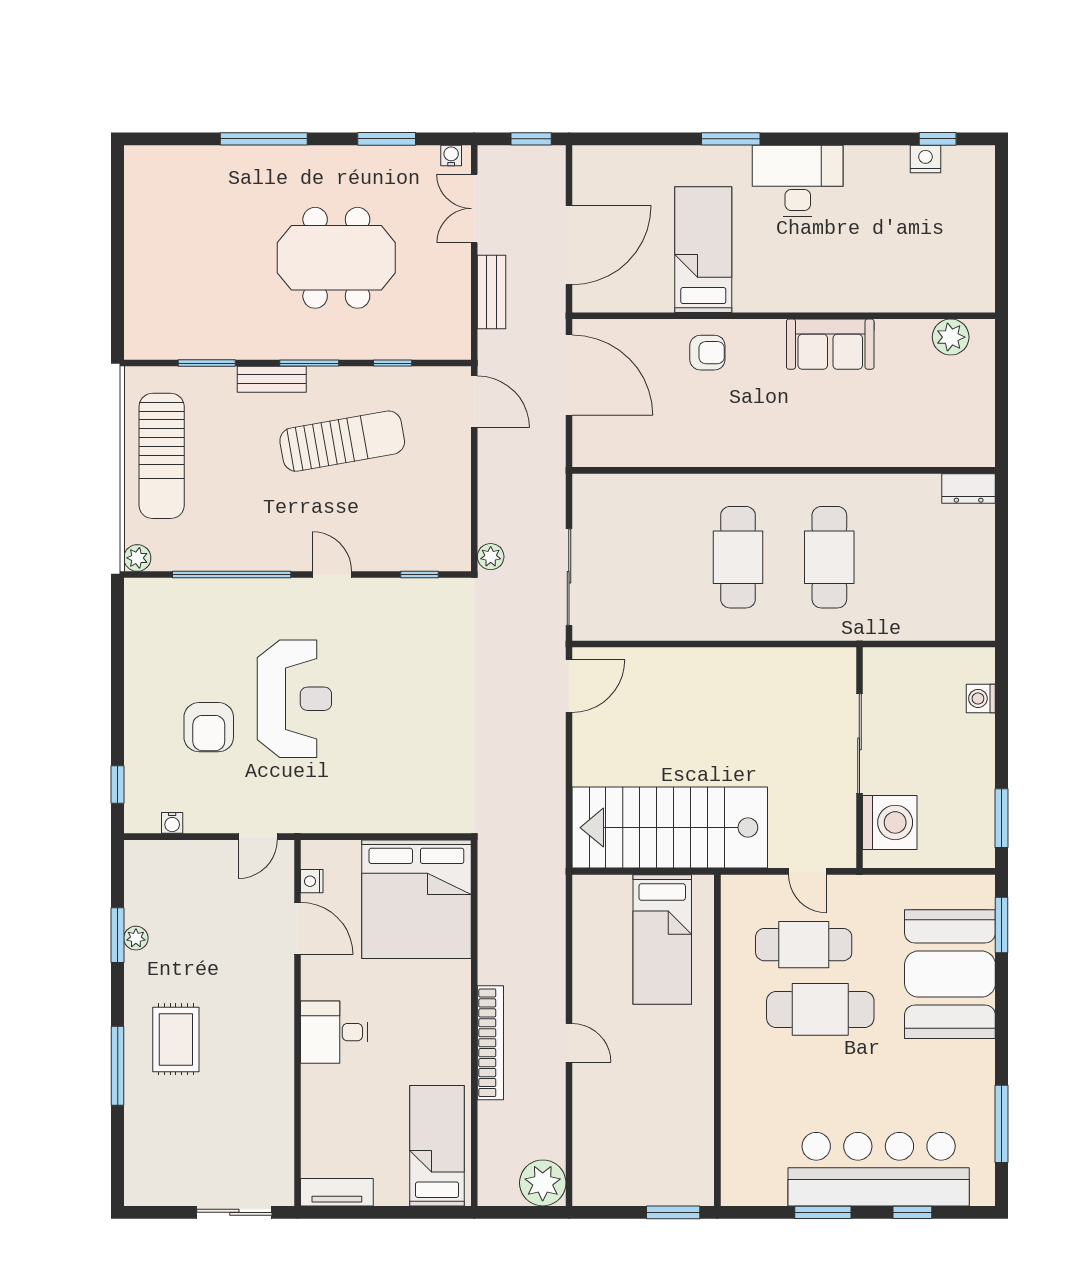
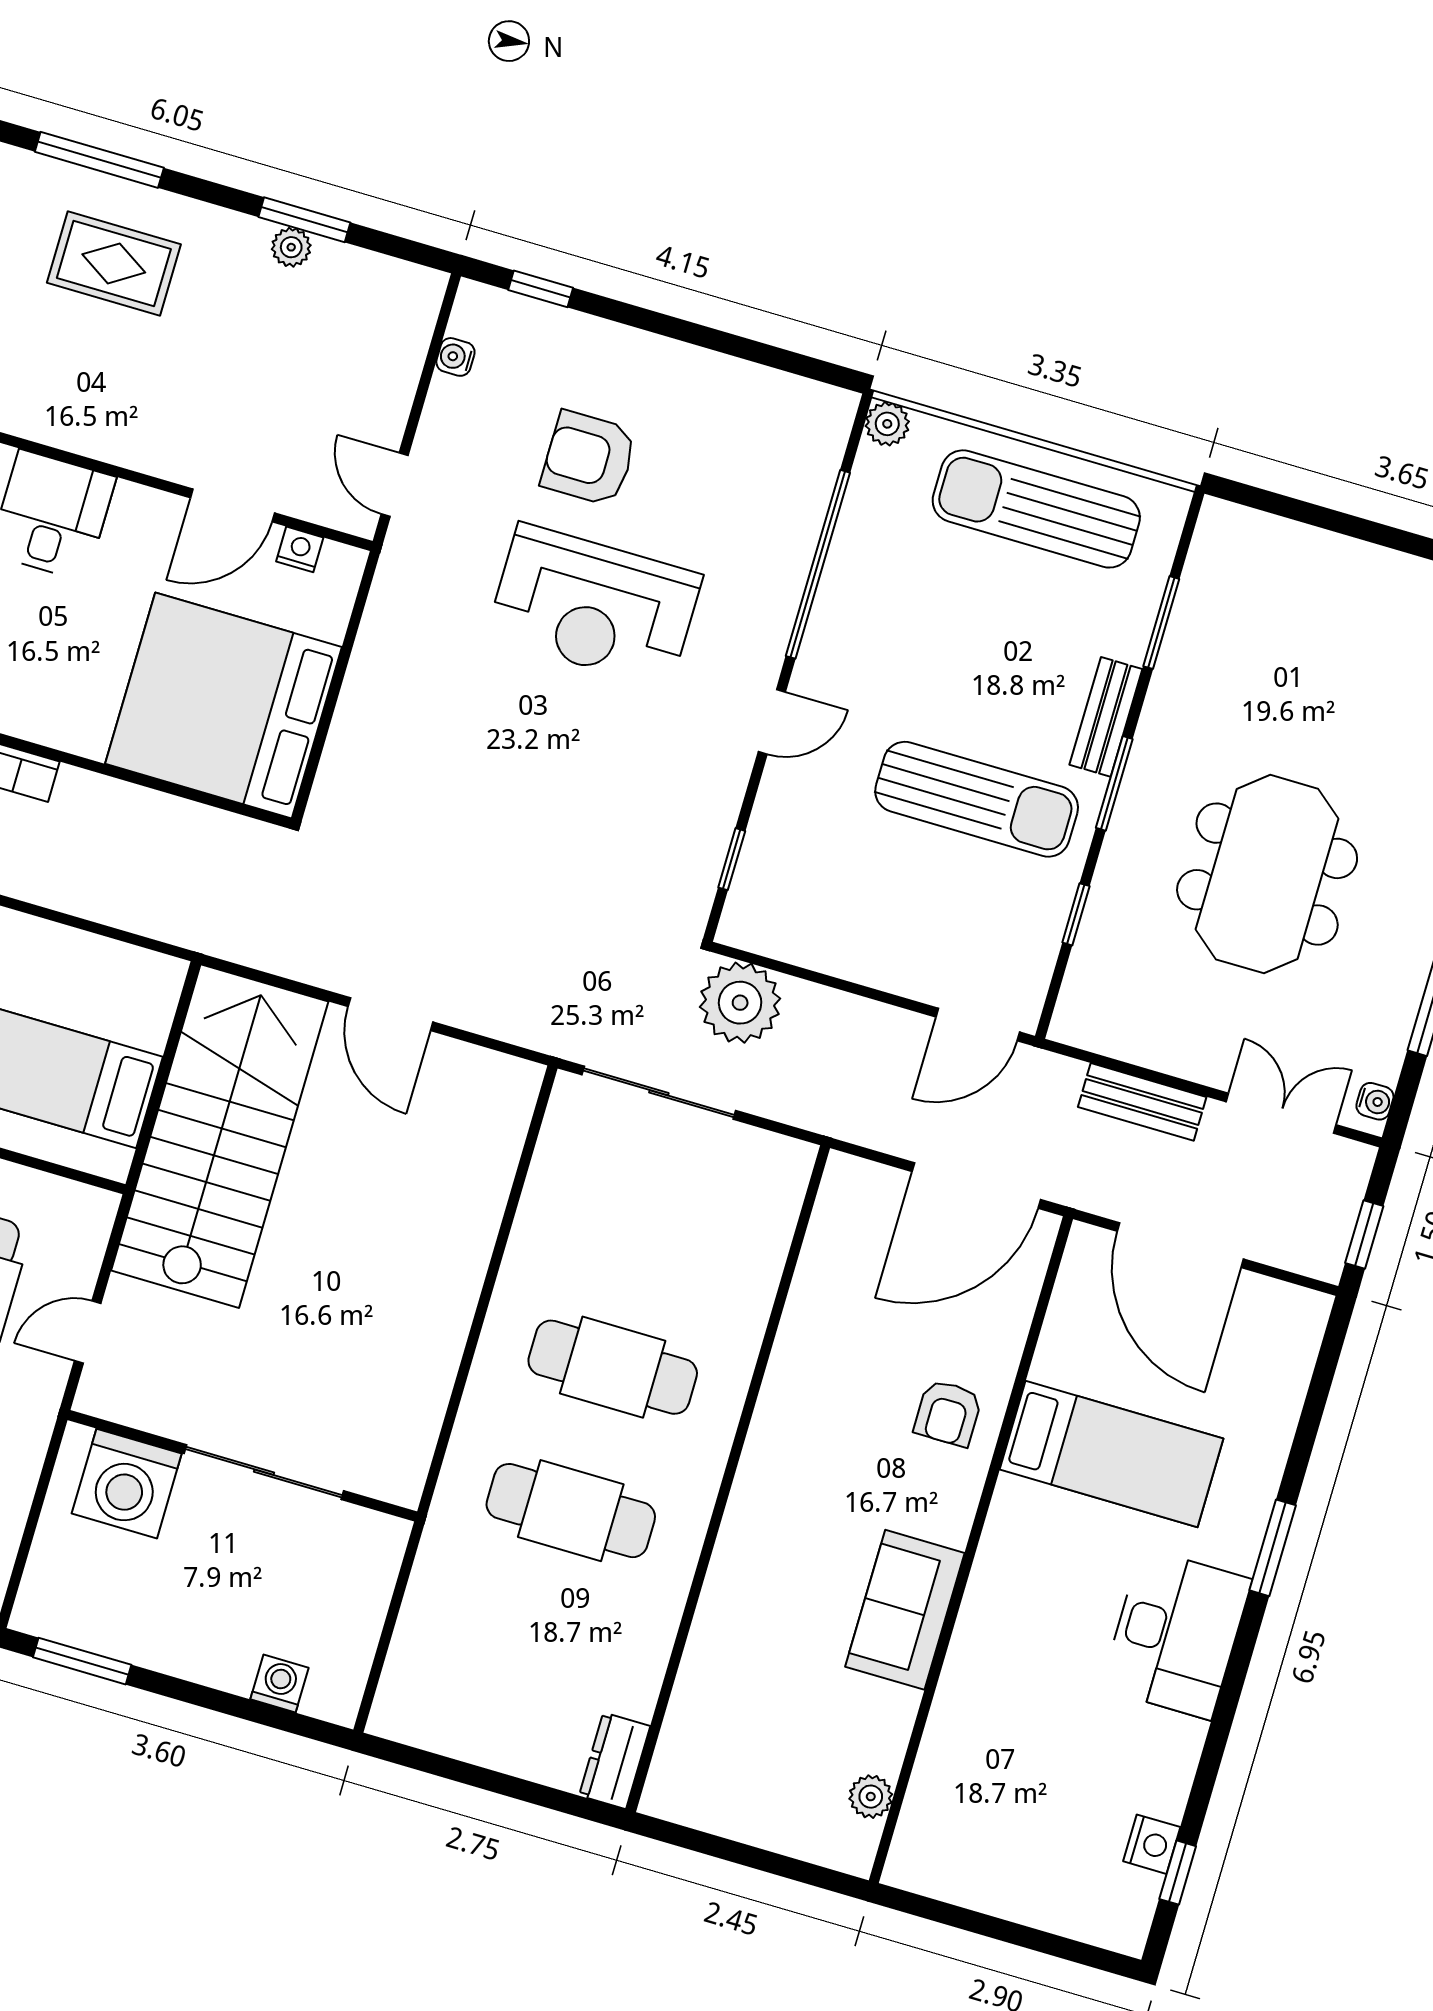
plant: (951, 337) -> (871, 1797), width x0.73, depth x0.73
sun lounger: (342, 441) -> (977, 799), turned -80
plant: (491, 557) -> (740, 1003), width x1.88, depth x1.88
door: (569, 686) -> (390, 1014), moved

